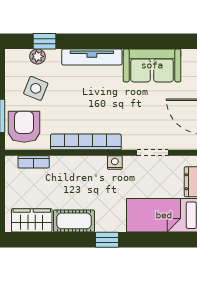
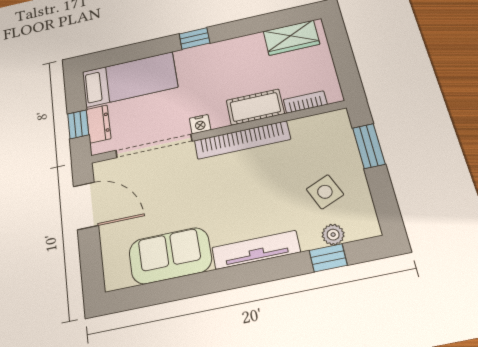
side table: (36, 88) -> (325, 192), turned 45
armchair: (24, 127) -> (329, 141), removed
doorway: (152, 153) -> (154, 146), width x1.88
cot: (74, 221) -> (255, 107), moved

